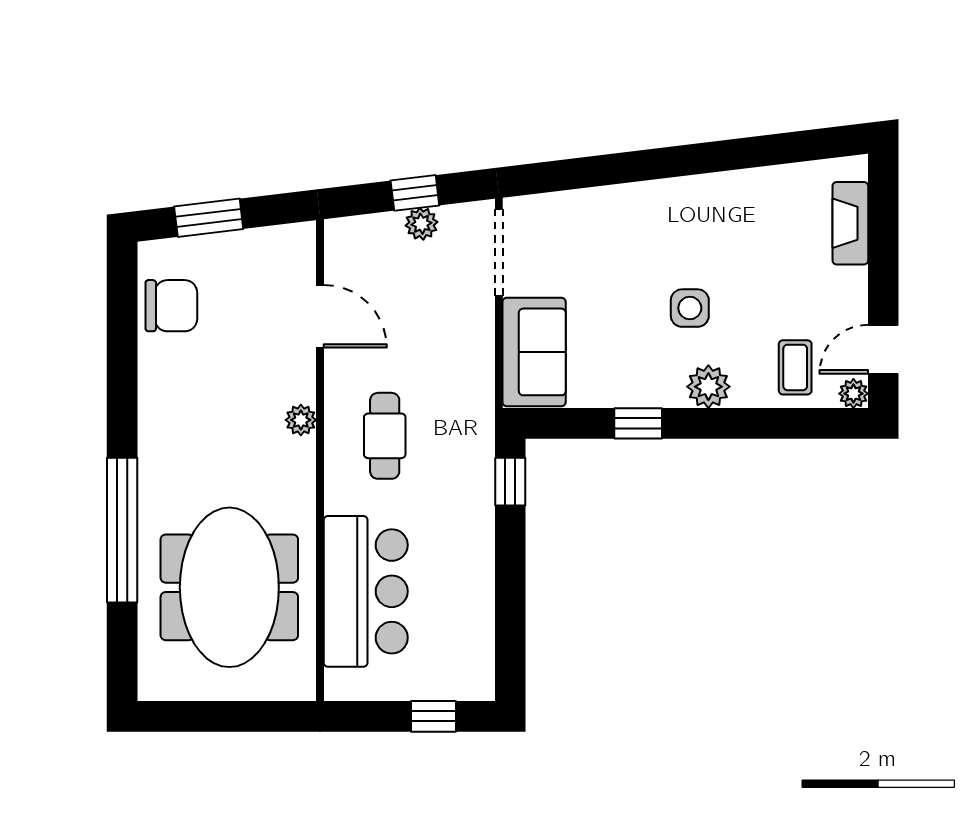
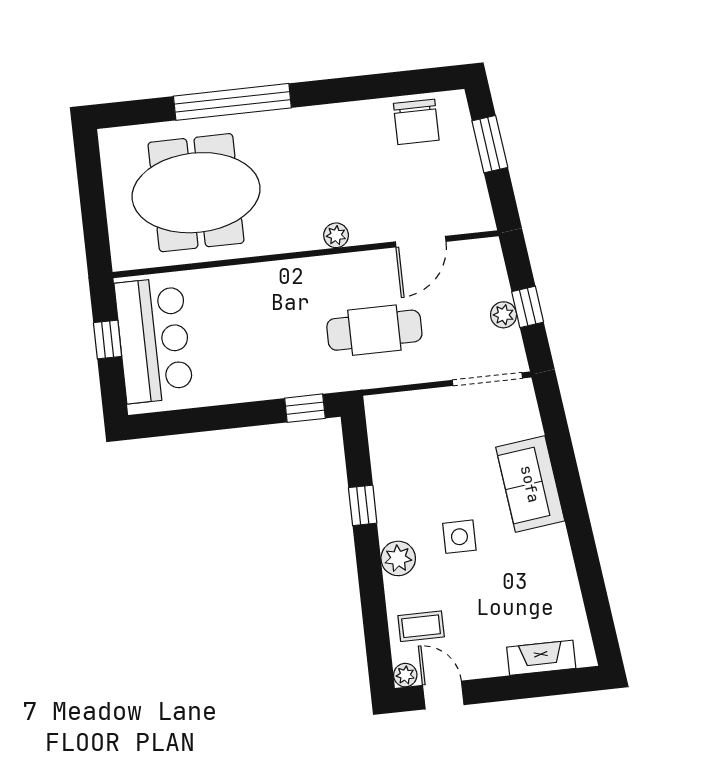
sofa: (534, 352) -> (530, 484), moved, turned 83
cafe table: (385, 436) -> (374, 330), moved, width x1.37, depth x1.35
bar counter: (366, 591) -> (154, 340), moved, turned -90
window: (433, 716) -> (108, 339), moved

